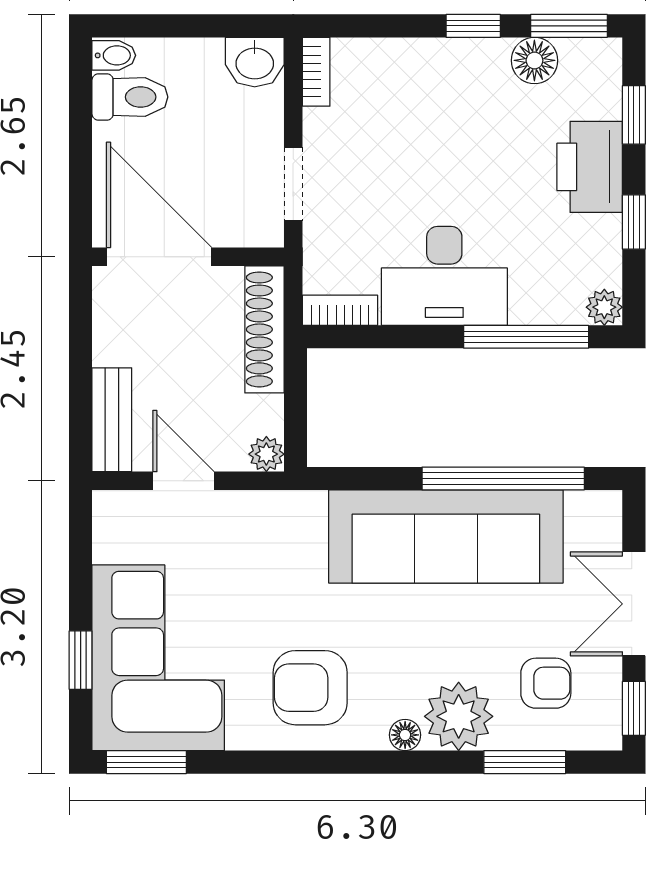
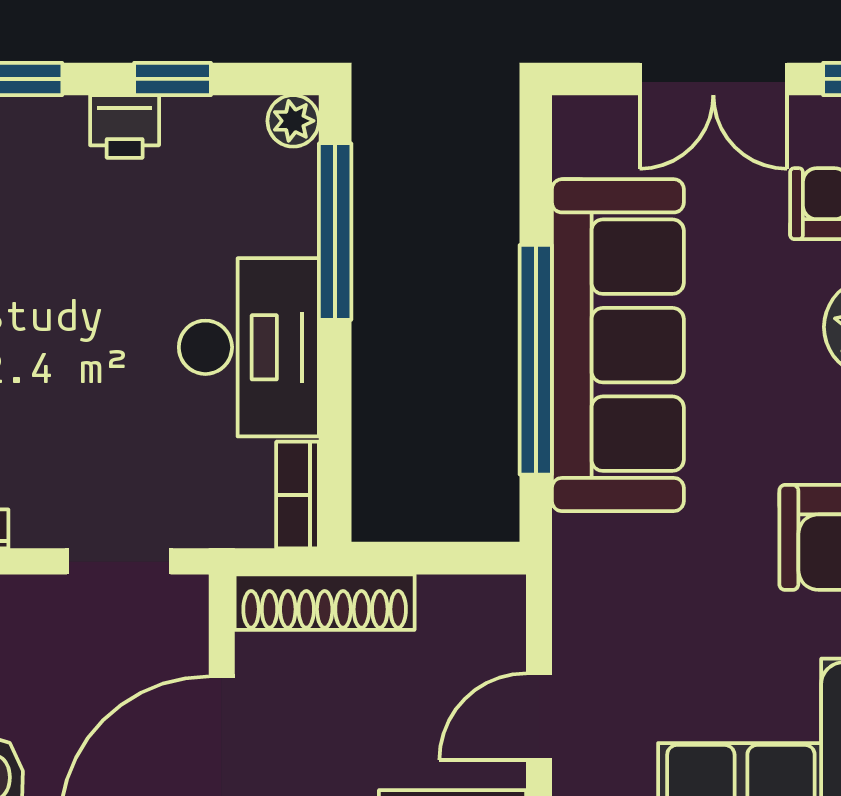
printer: (590, 167) -> (125, 126), width x0.53, depth x0.68
plant: (266, 454) -> (501, 599), removed
window: (503, 479) -> (536, 360), moved

